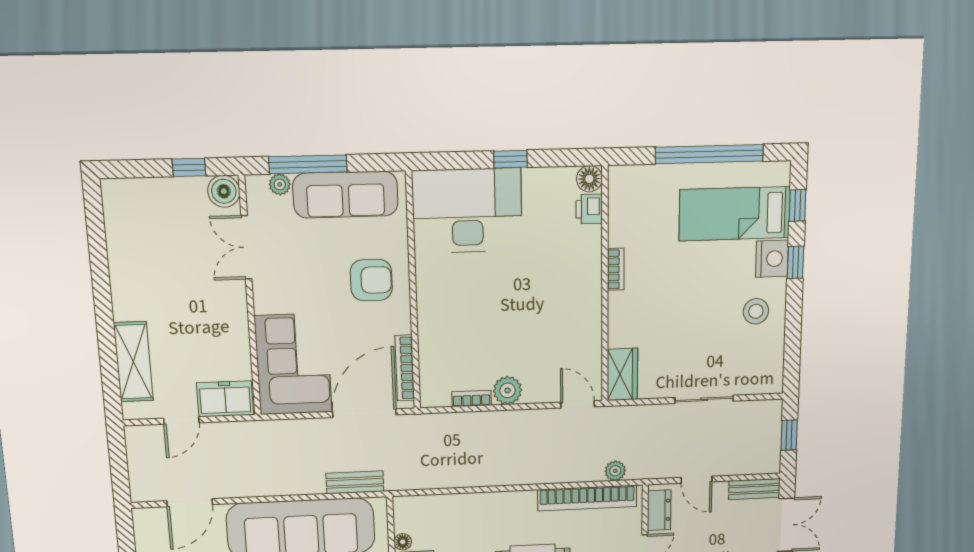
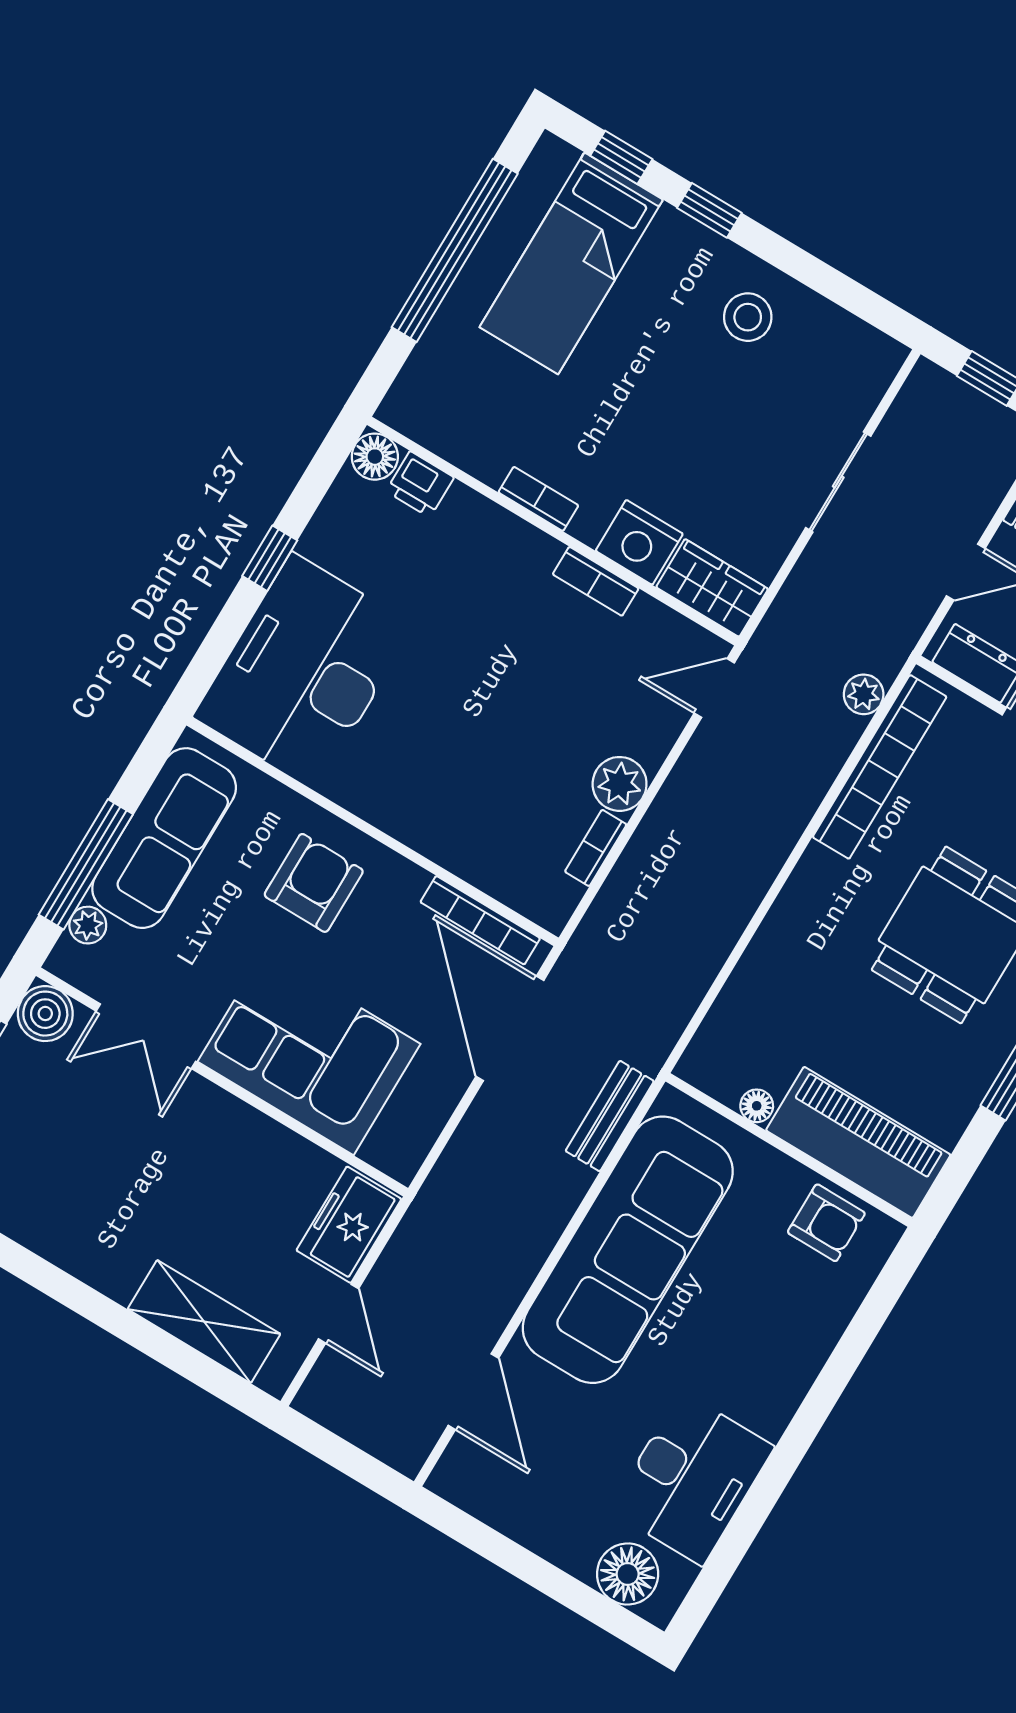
nightstand: (772, 259) -> (639, 542), moved, turned 180
bookcase: (593, 320) -> (596, 581), added
corner sofa: (293, 364) -> (309, 1053), moved

